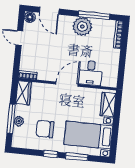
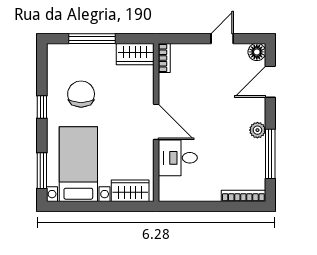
plant: (82, 27) -> (257, 130), width x0.53, depth x0.53
plant: (19, 121) -> (89, 51), removed
window: (77, 157) -> (42, 171), moved

